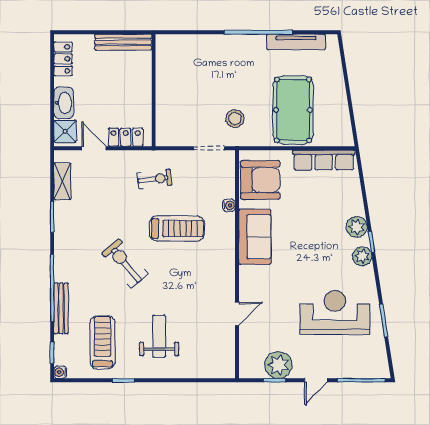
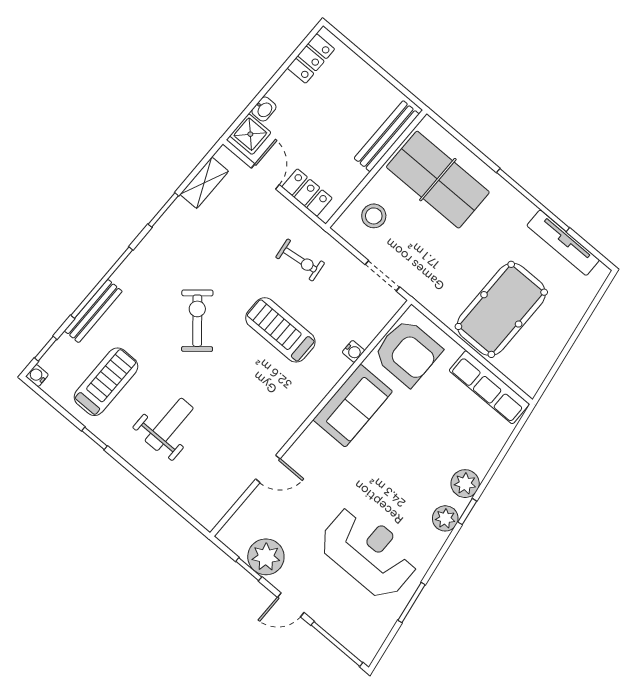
bench: (123, 42) -> (387, 136), moved, turned 90
table tennis table: (194, 67) -> (438, 180), added
washbasin: (64, 103) -> (264, 109), width x0.52, depth x0.69
stool: (235, 119) -> (374, 216), moved
treadmill: (177, 228) -> (280, 330), turned 180

